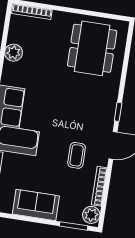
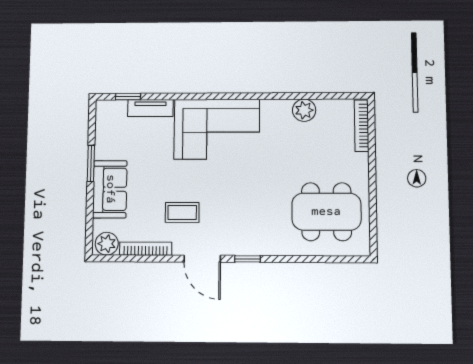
sofa: (36, 205) -> (110, 189), moved
window: (74, 226) -> (91, 163), moved

